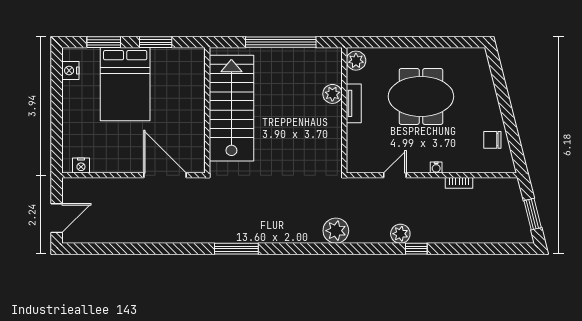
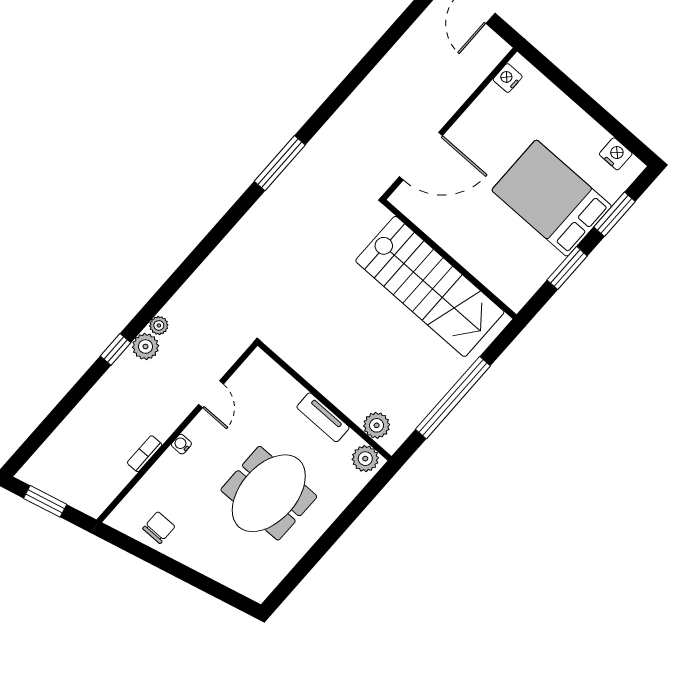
plant: (332, 94) -> (377, 425), moved
plant: (336, 231) -> (159, 325), moved, width x0.53, depth x0.53

